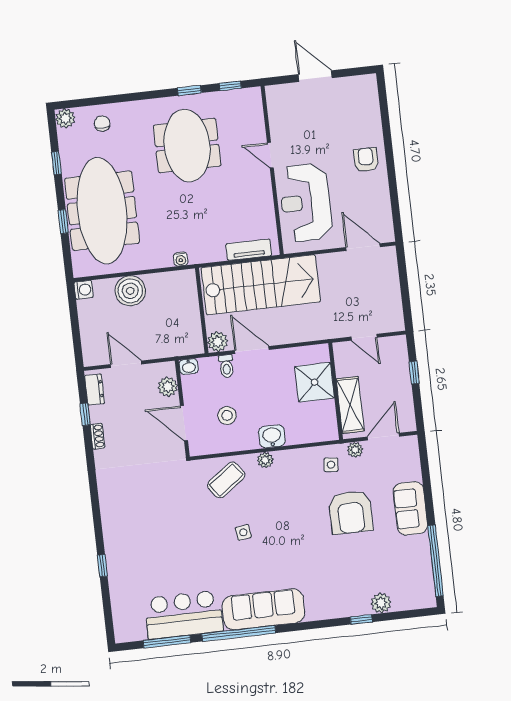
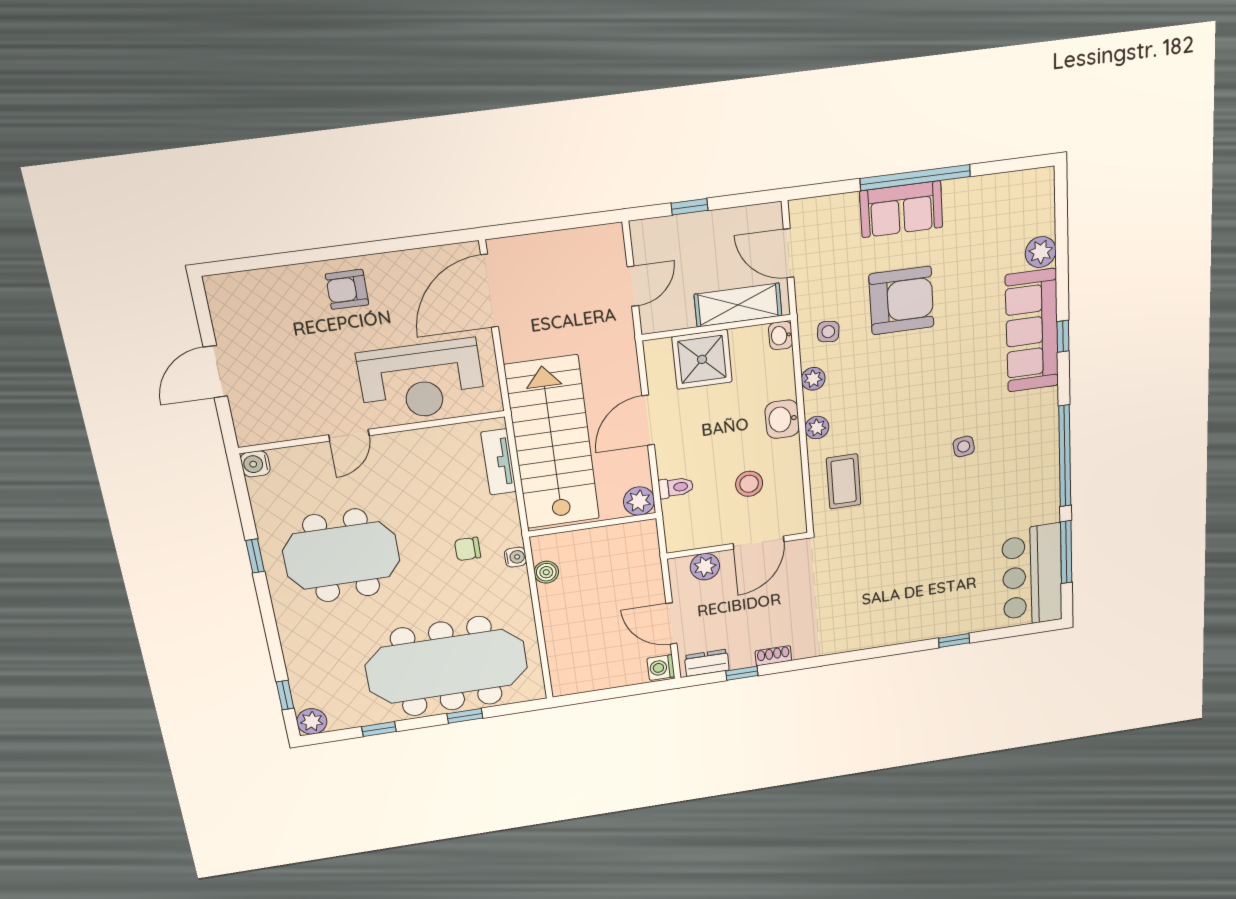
window: (230, 86) -> (285, 695), moved
water cooler: (253, 96) -> (255, 464), added
chair: (102, 123) -> (468, 549), moved
door: (363, 247) -> (490, 291), width x1.36
washing machine: (84, 290) -> (661, 668), moved, turned -90
boiler: (130, 291) -> (546, 572), moved, width x0.54, depth x0.54
door: (252, 350) -> (648, 420), moved
door: (126, 364) -> (671, 624), hinge flipped
washbasin: (189, 367) -> (781, 336), moved, turned 180
plant: (355, 450) -> (813, 379), moved
coffee table: (226, 480) -> (844, 481), turned 36
side table: (243, 532) -> (964, 446), moved
window: (436, 561) -> (915, 178), moved
sofa: (263, 609) -> (1032, 331), moved
bar counter: (184, 615) -> (1032, 576), moved
window: (361, 619) -> (1063, 336), moved

